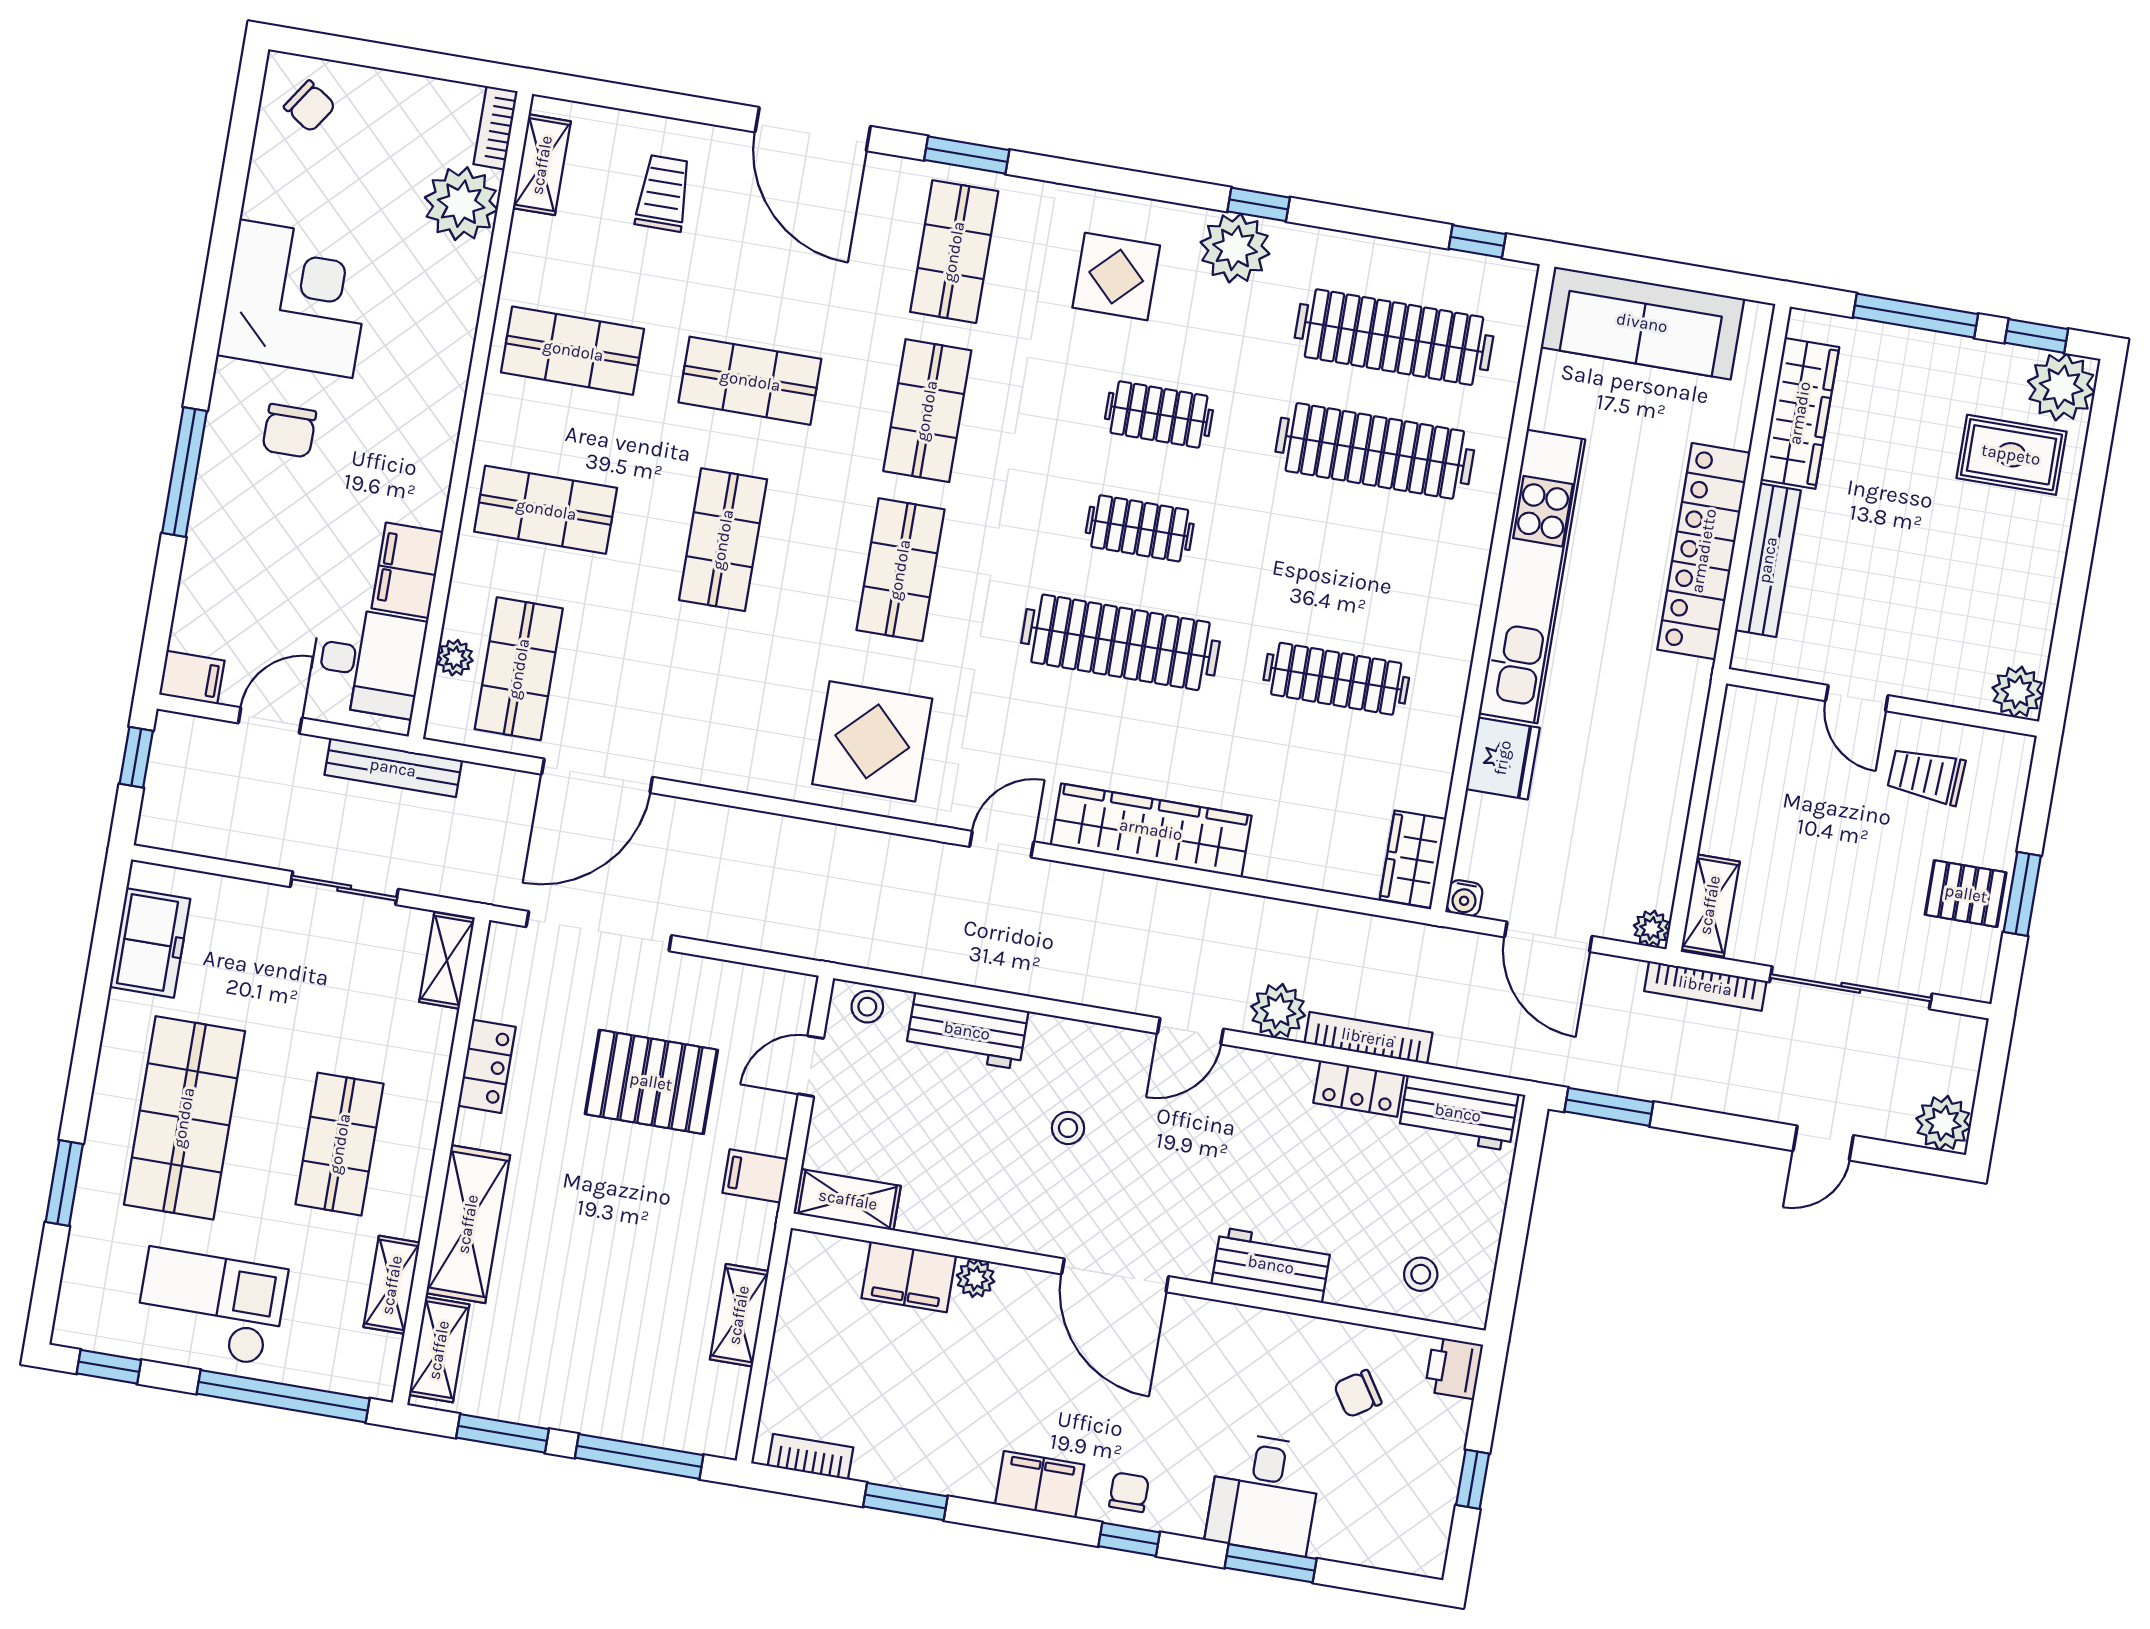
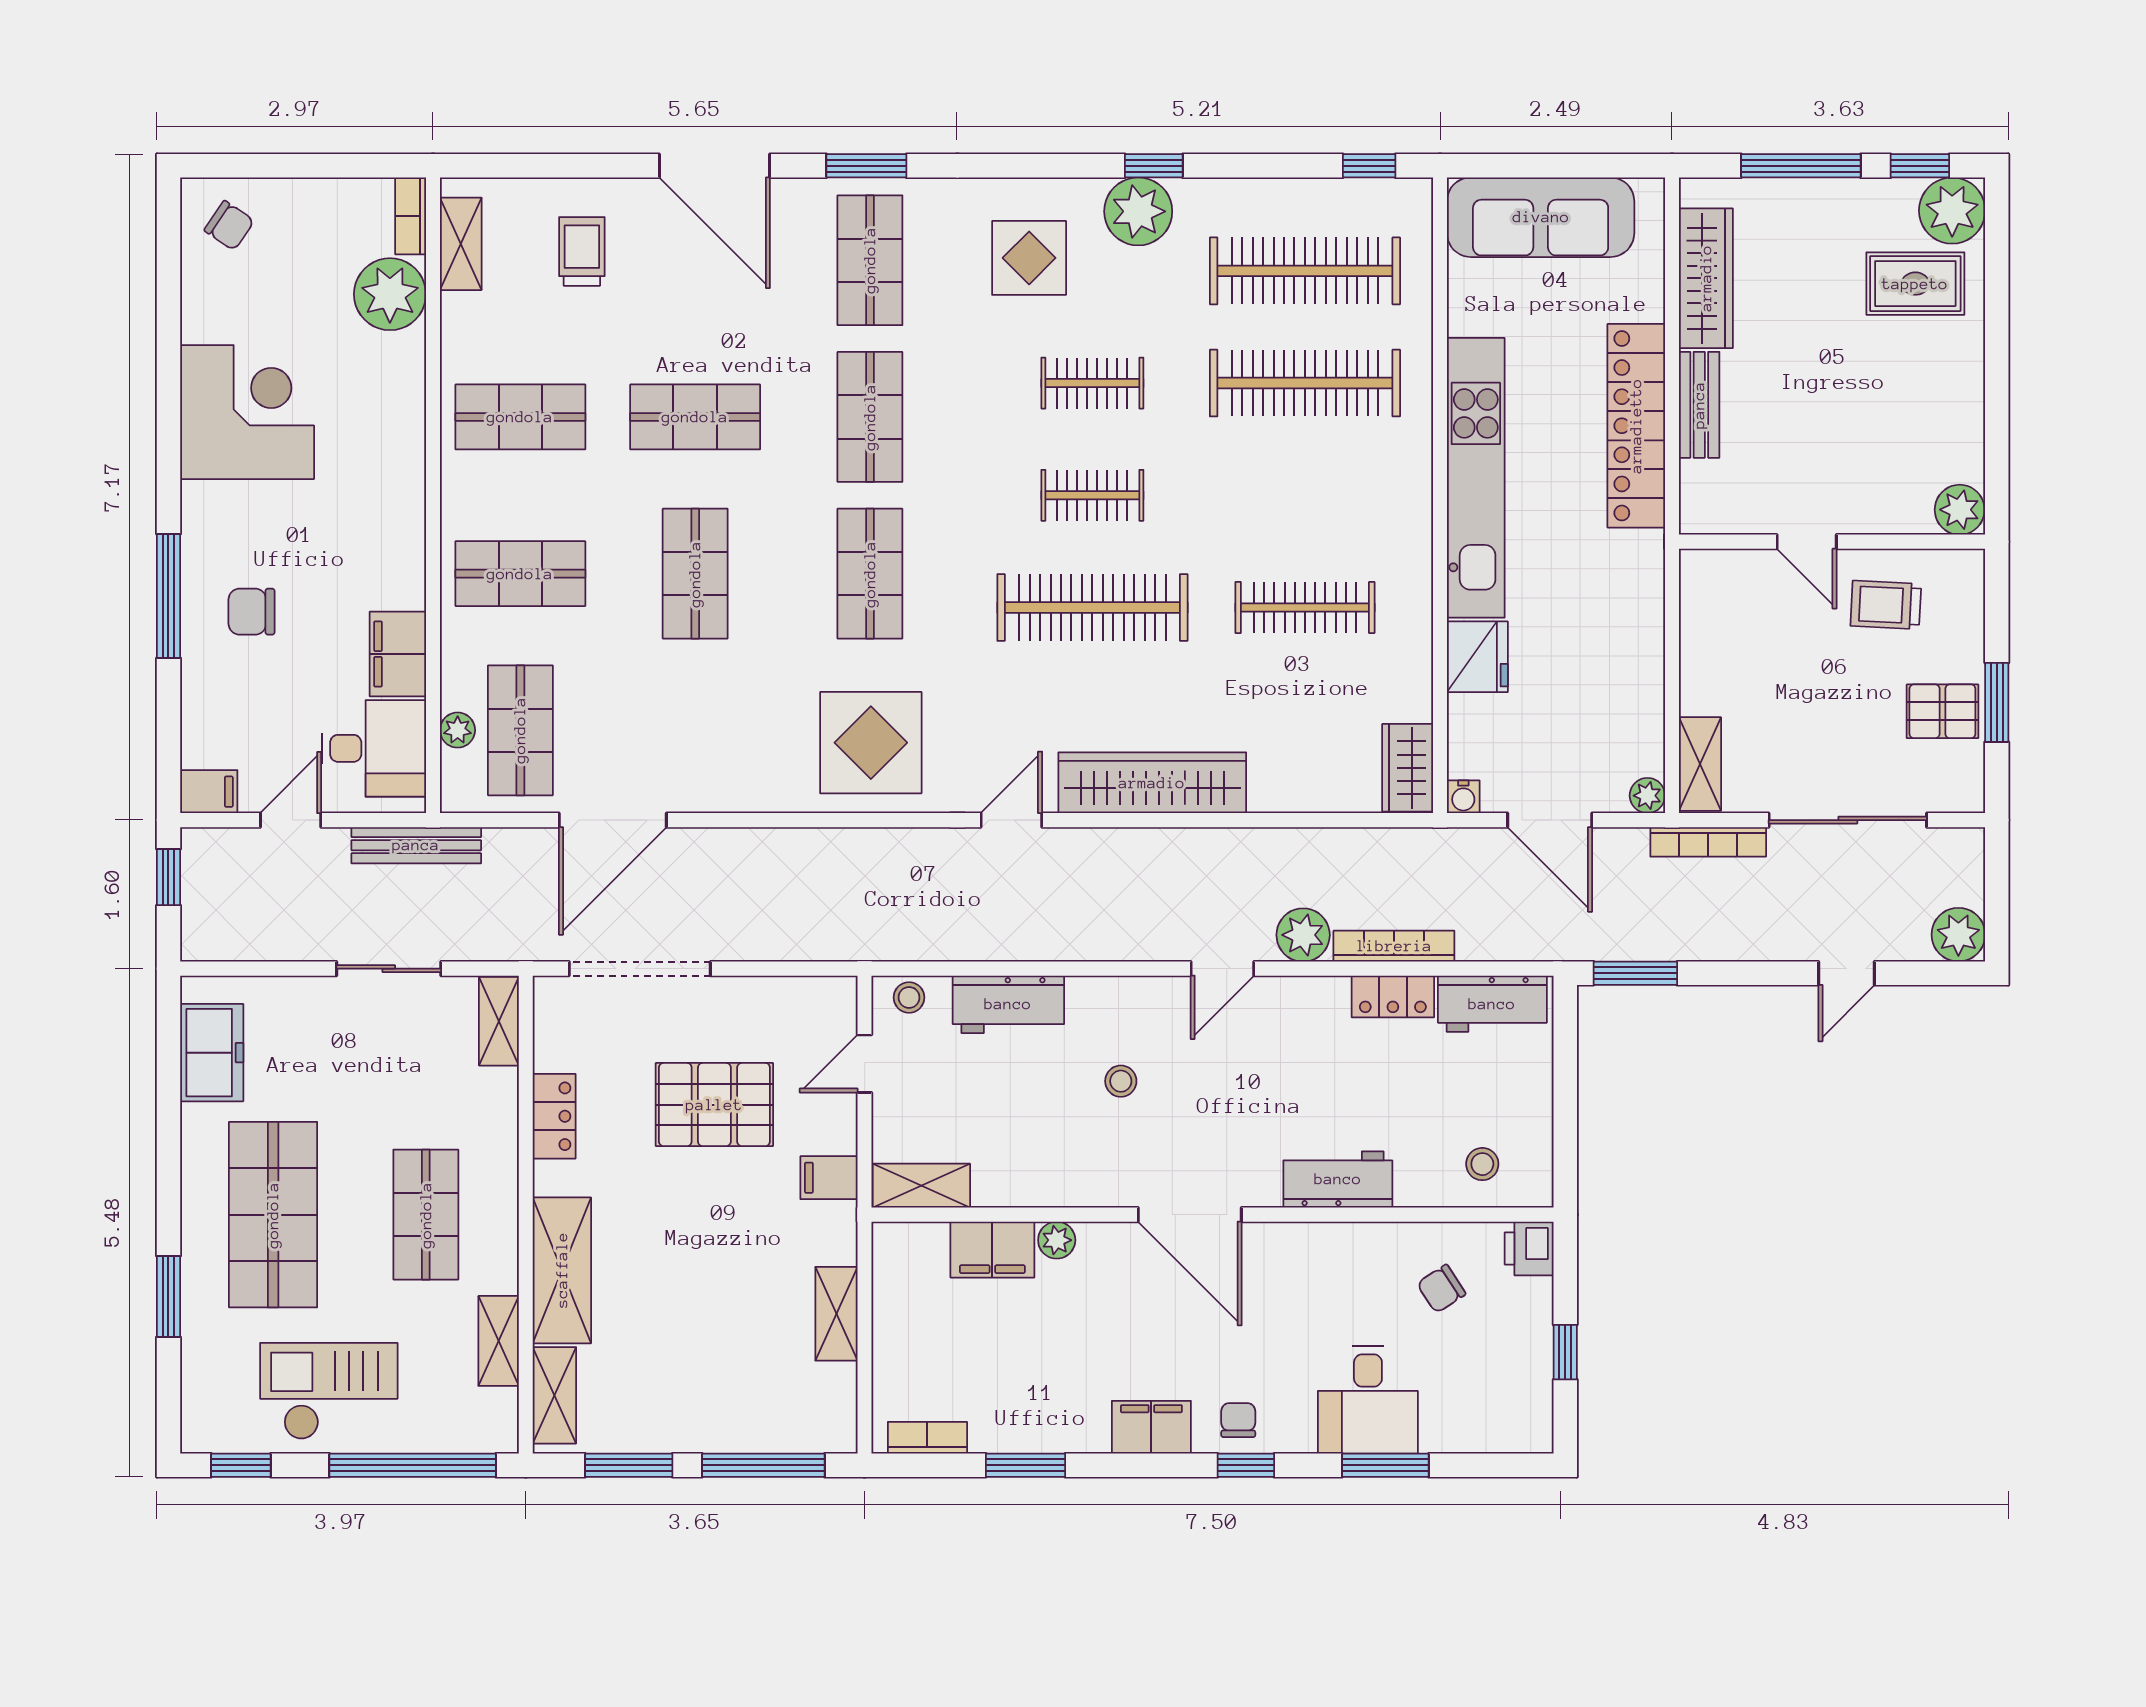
chair: (289, 431) -> (252, 612), moved, turned 90
bench: (1768, 560) -> (1699, 405), width x0.73

